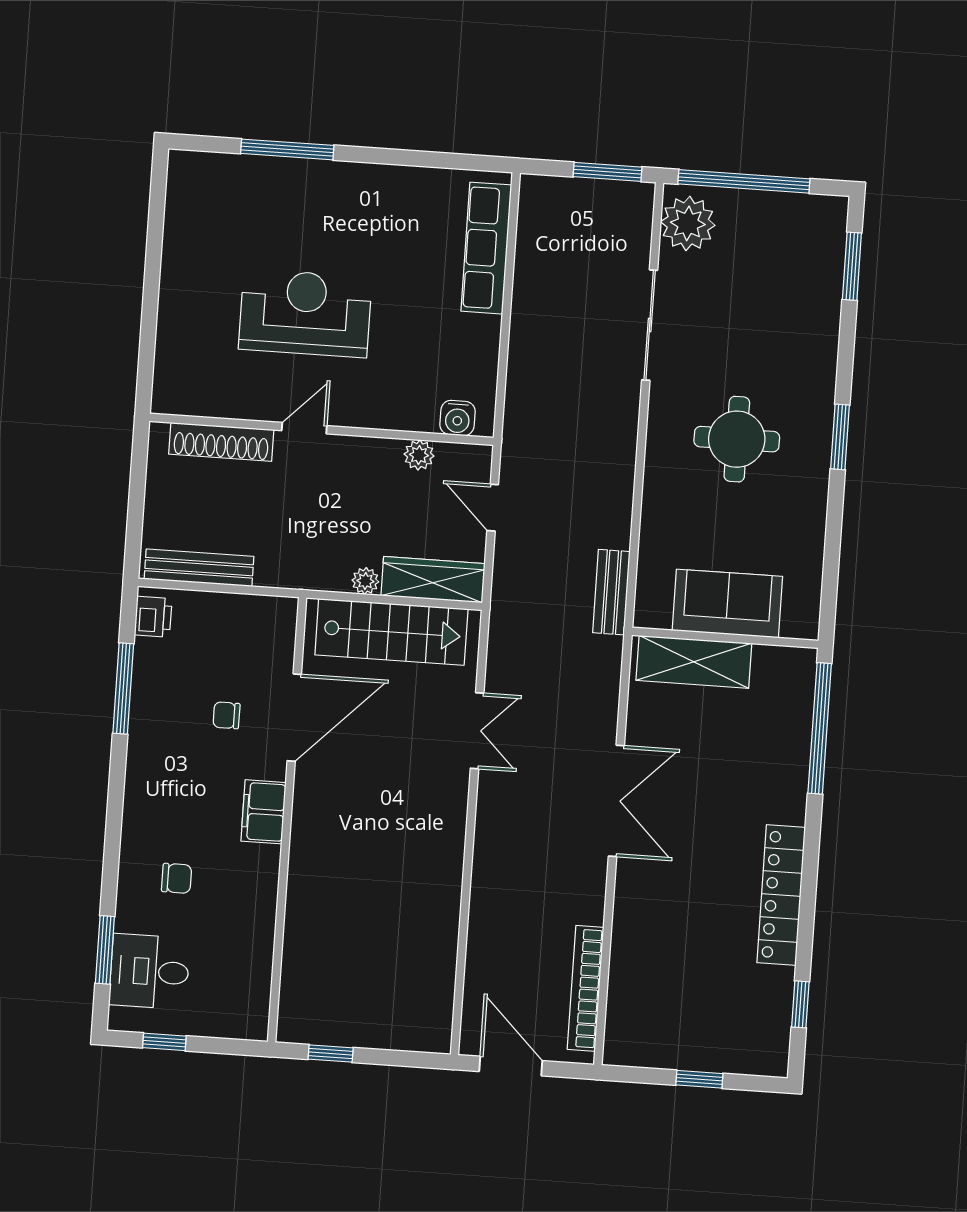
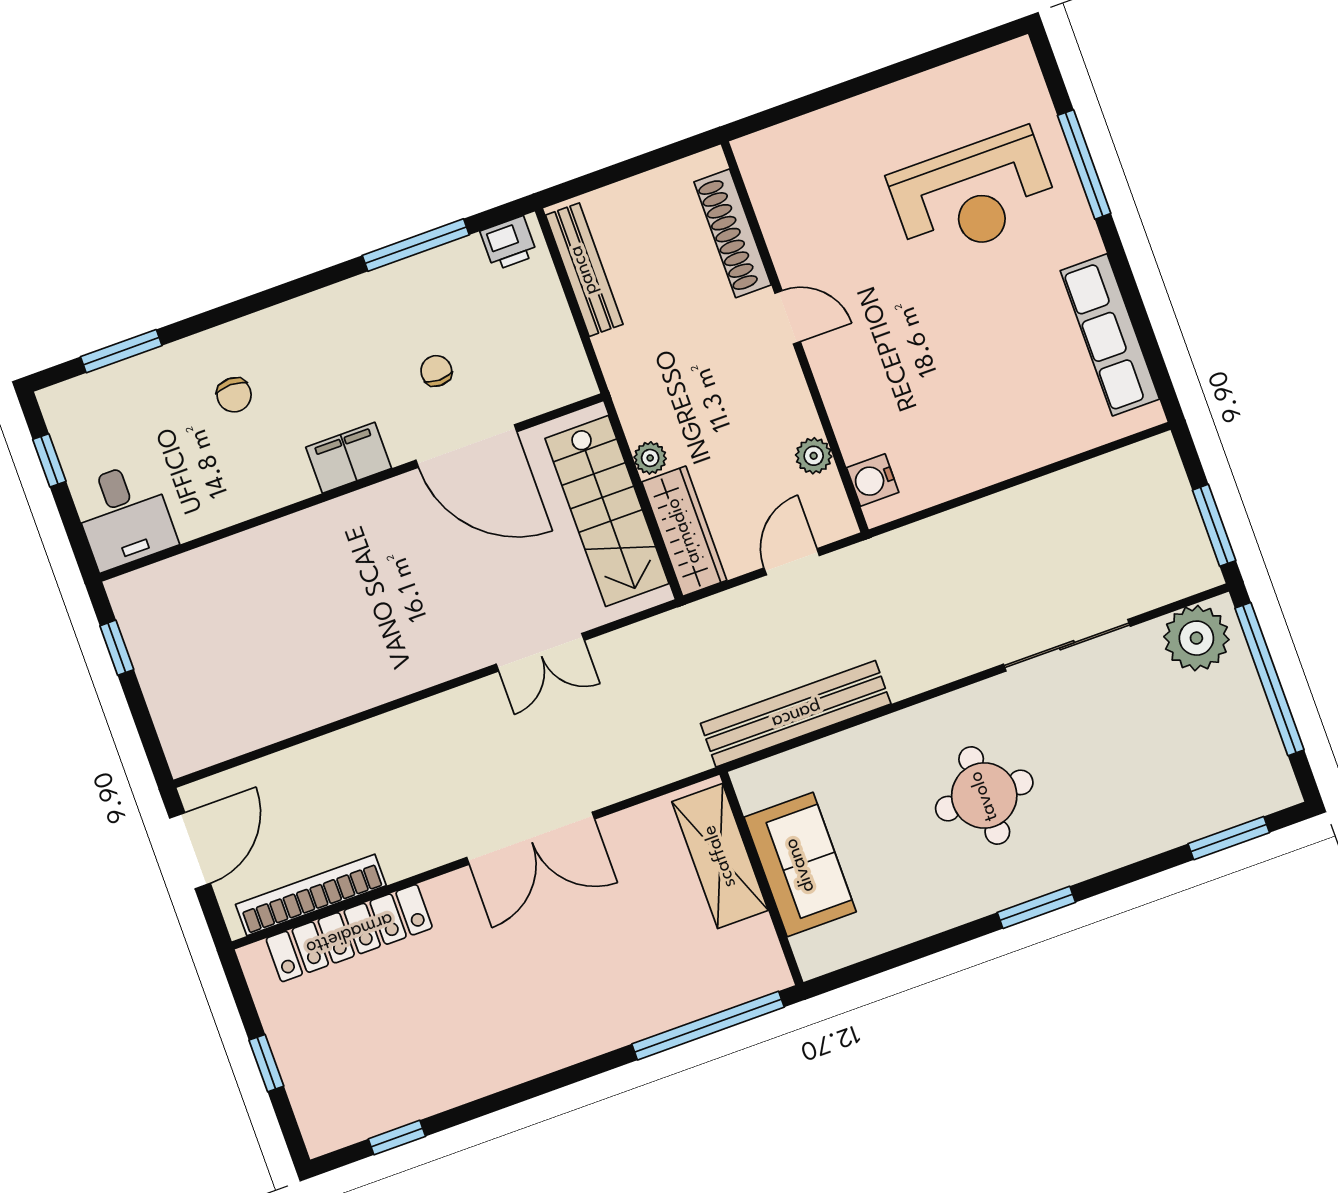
row of seats: (486, 248) -> (1110, 335), moved, turned -90
reception desk: (305, 313) -> (973, 195), moved, turned 90
bench: (611, 592) -> (796, 714), width x1.86, depth x1.21
locker: (781, 895) -> (349, 933), moved, turned 180
desk: (149, 971) -> (124, 516), moved, turned 180

